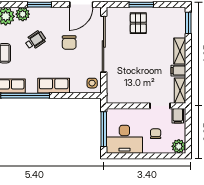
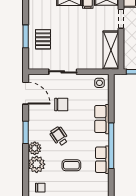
pallet: (138, 23) -> (43, 39), turned 90
sliding door: (104, 44) -> (63, 72), width x0.54
shelving: (127, 95) -> (111, 50), added

